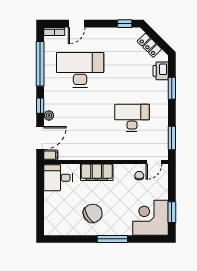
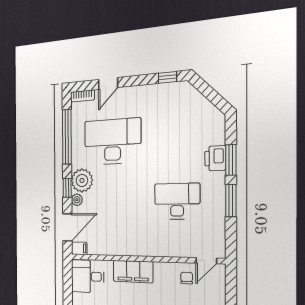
locker: (149, 45) -> (200, 103), removed
printer: (161, 71) -> (215, 158), moved
plant: (53, 100) -> (82, 180), added
window: (172, 138) -> (231, 201), moved

